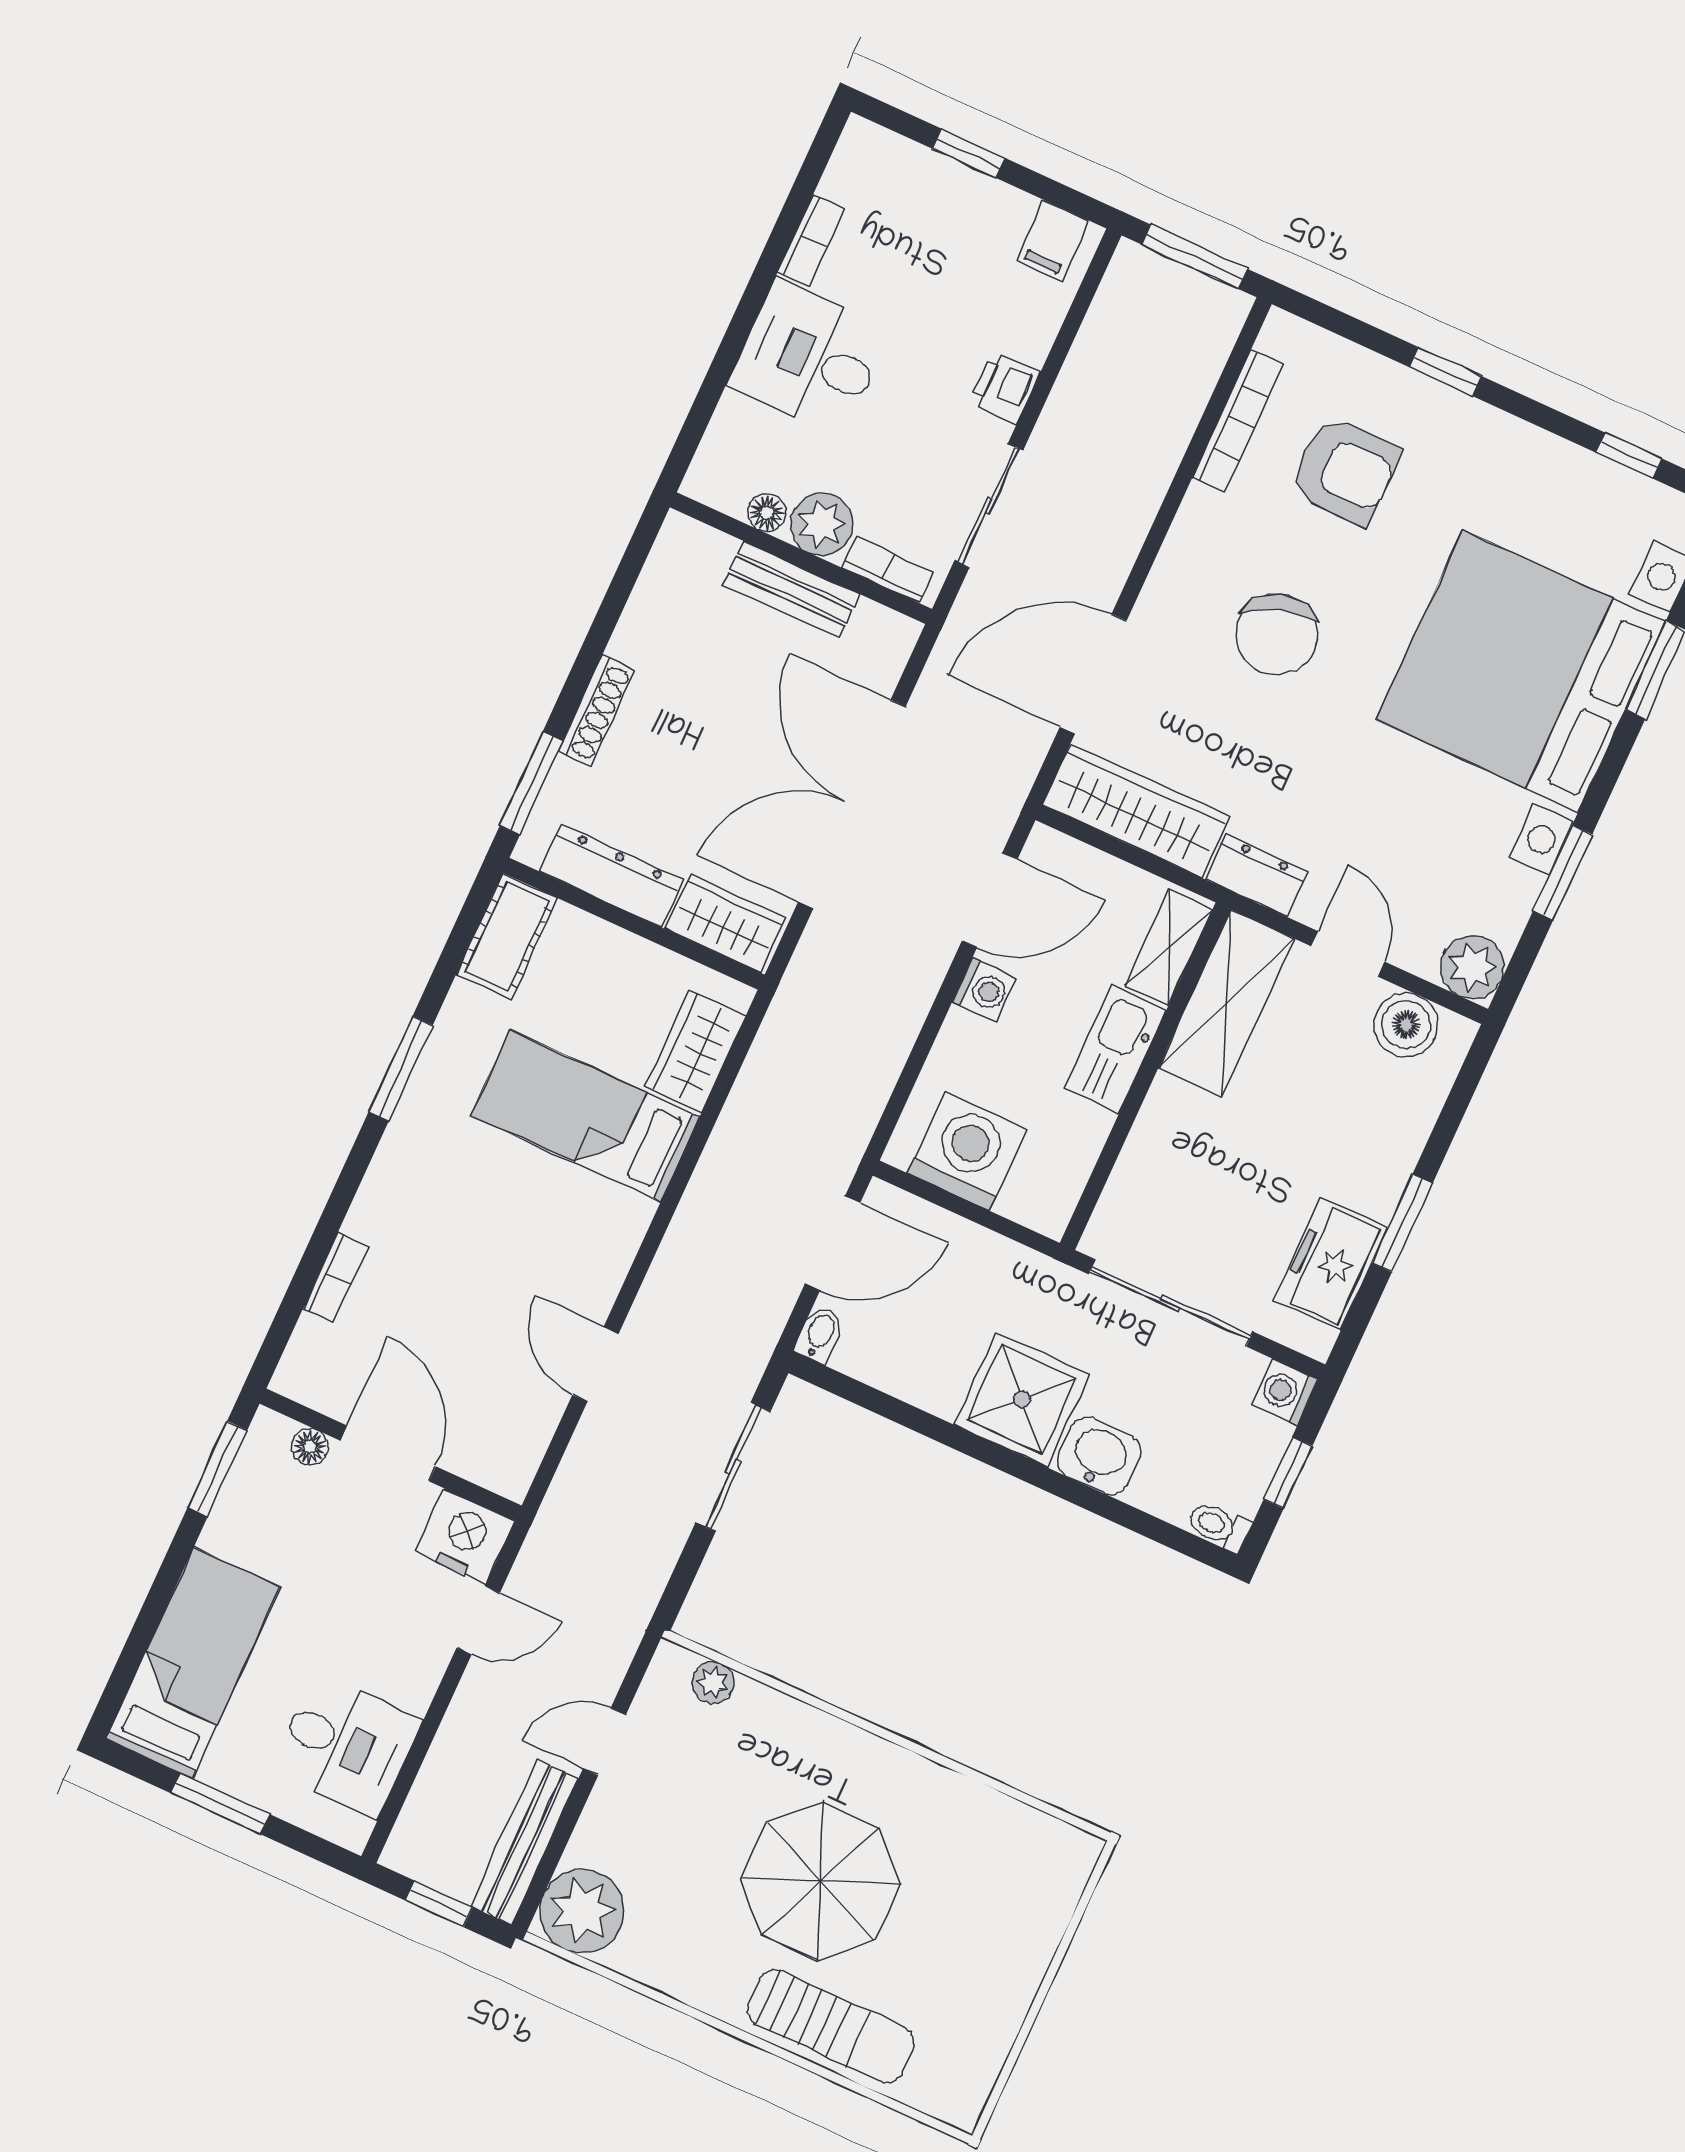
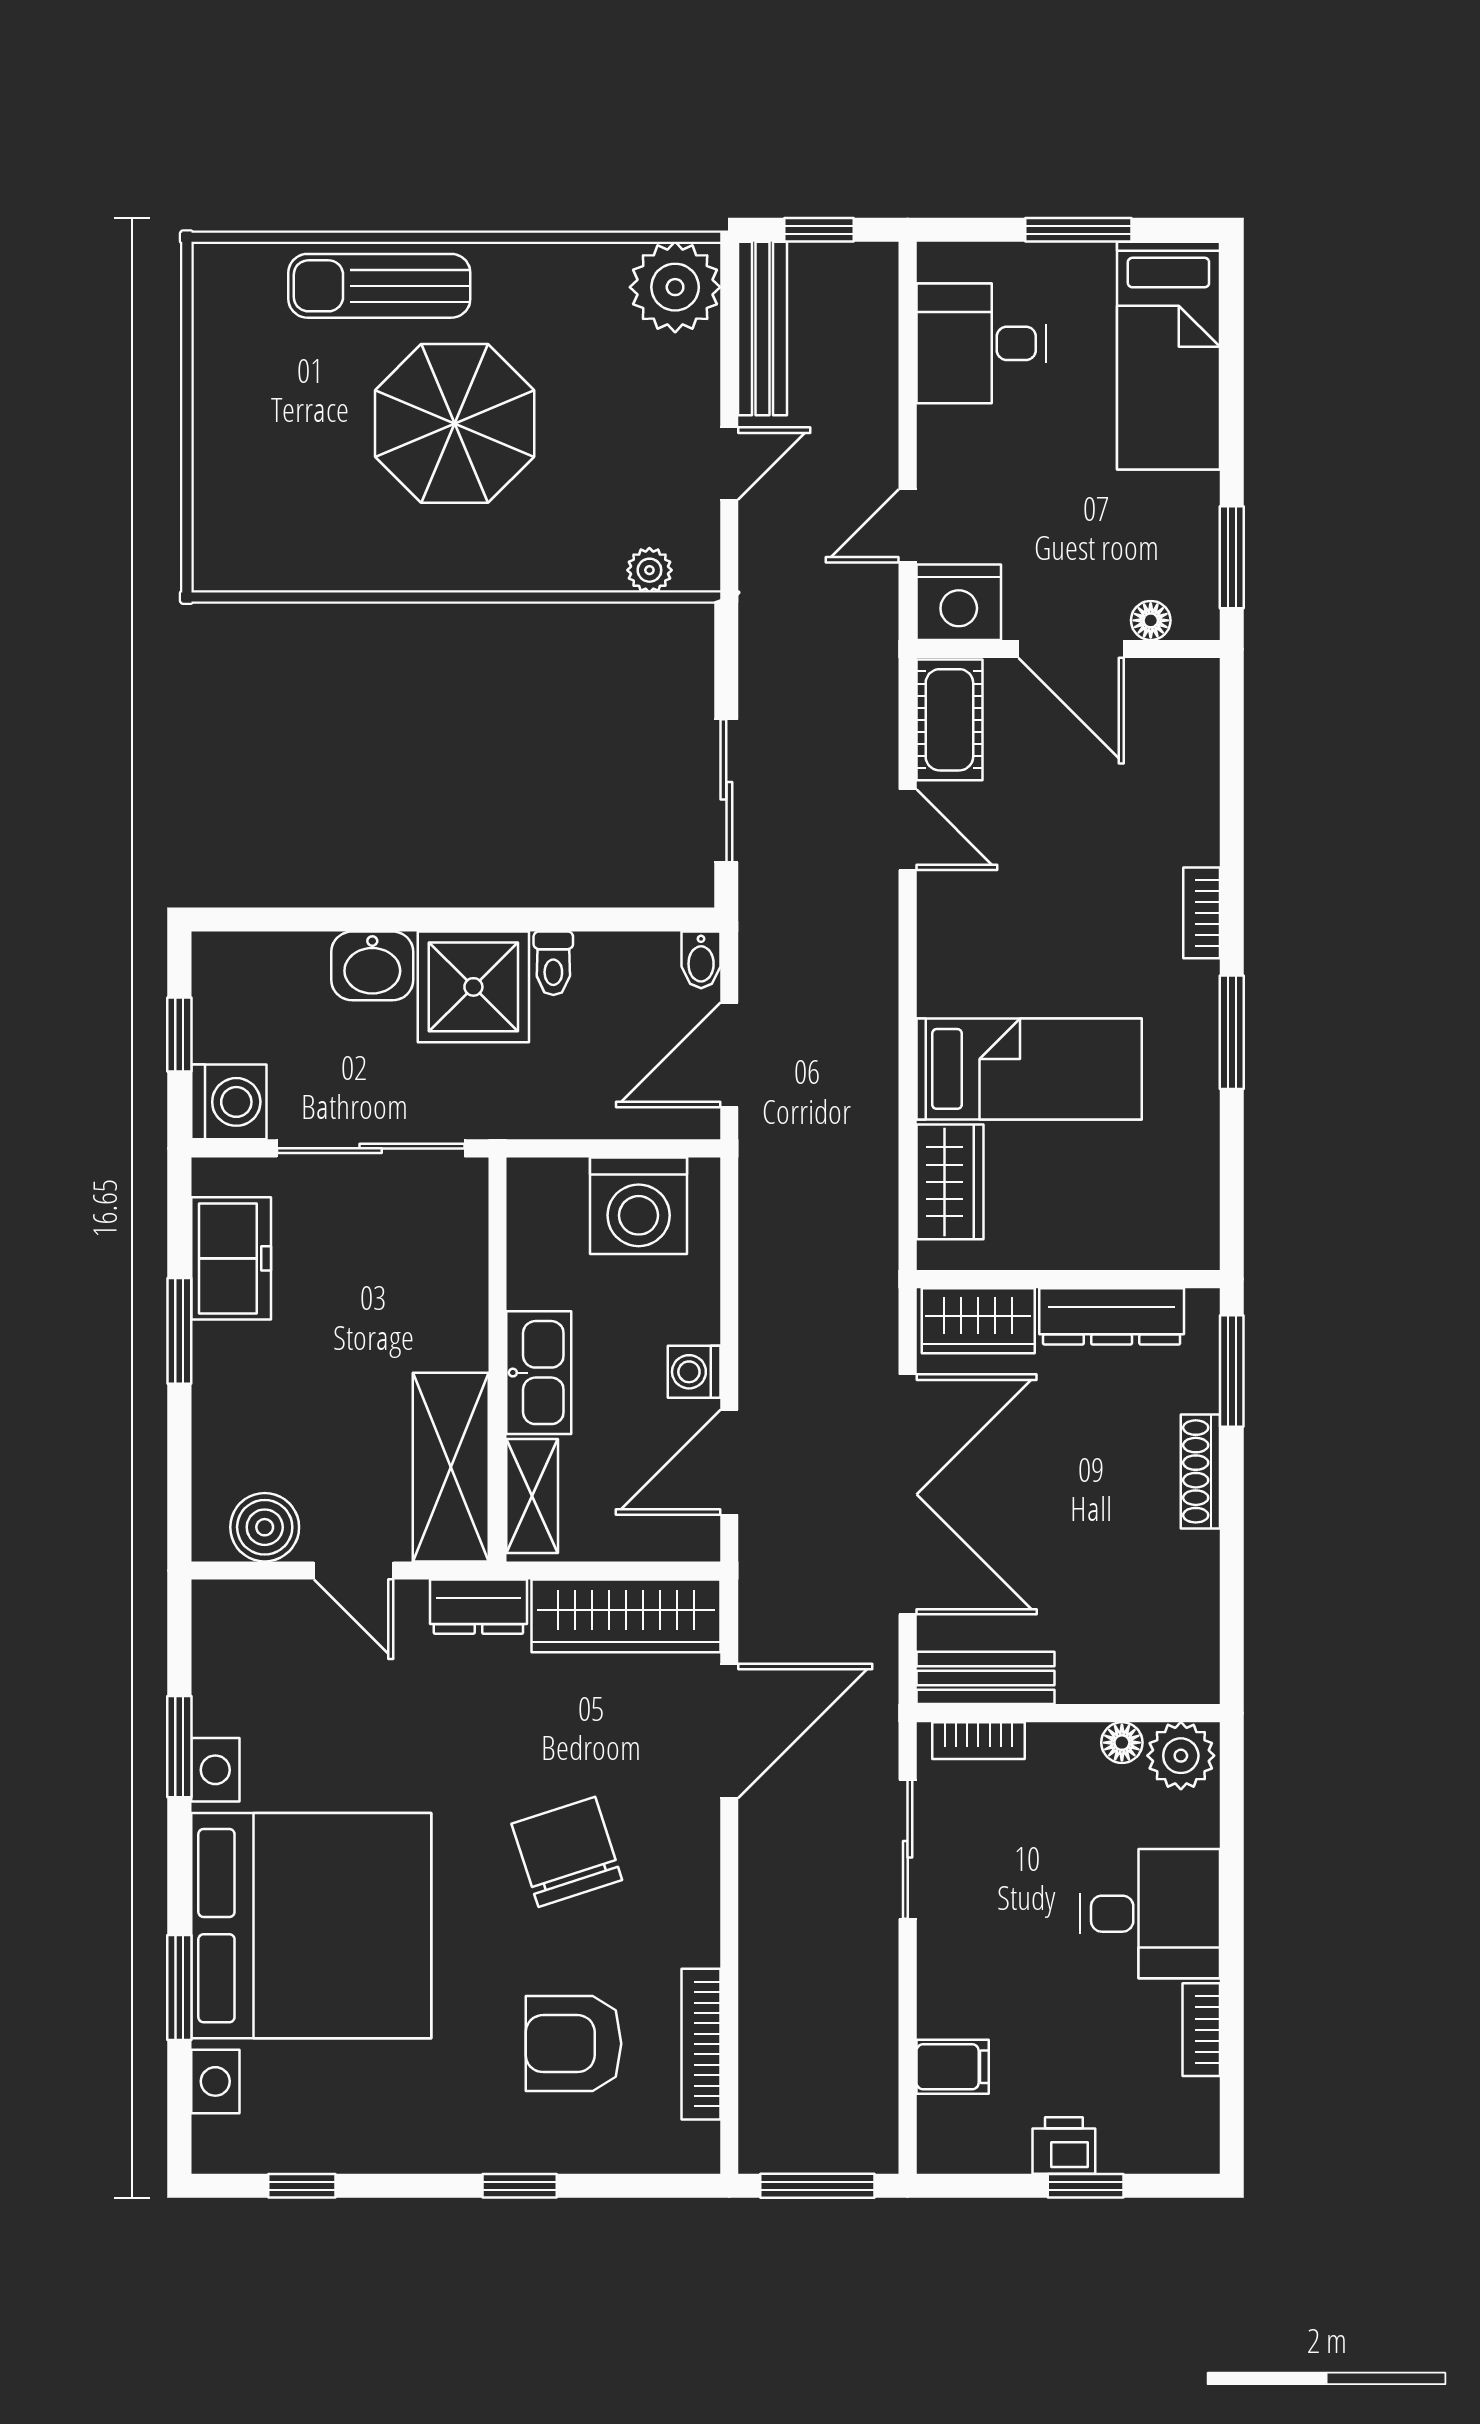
filing cabinet: (1053, 241) -> (953, 2067), moved, turned 90
printer: (1005, 387) -> (1064, 2146), moved, turned -90
plant: (822, 524) -> (1181, 1756), moved
bench: (791, 590) -> (985, 1678), moved
cot: (507, 936) -> (949, 720), moved
plant: (1473, 967) -> (225, 1613), removed
bookcase: (336, 1278) -> (1202, 913), moved
washing machine: (1285, 1392) -> (229, 1102), width x1.38, depth x1.38
toilet: (1219, 1526) -> (553, 963), moved, turned 90

